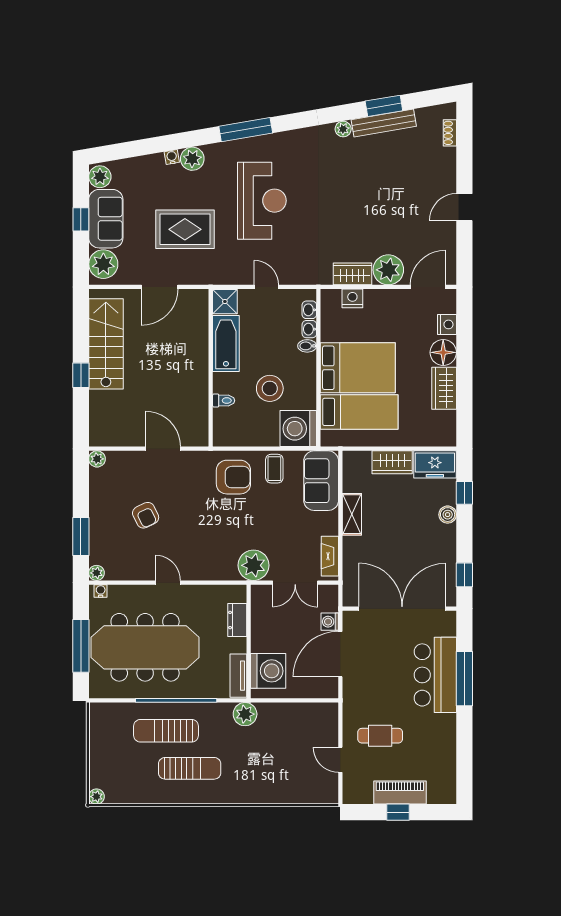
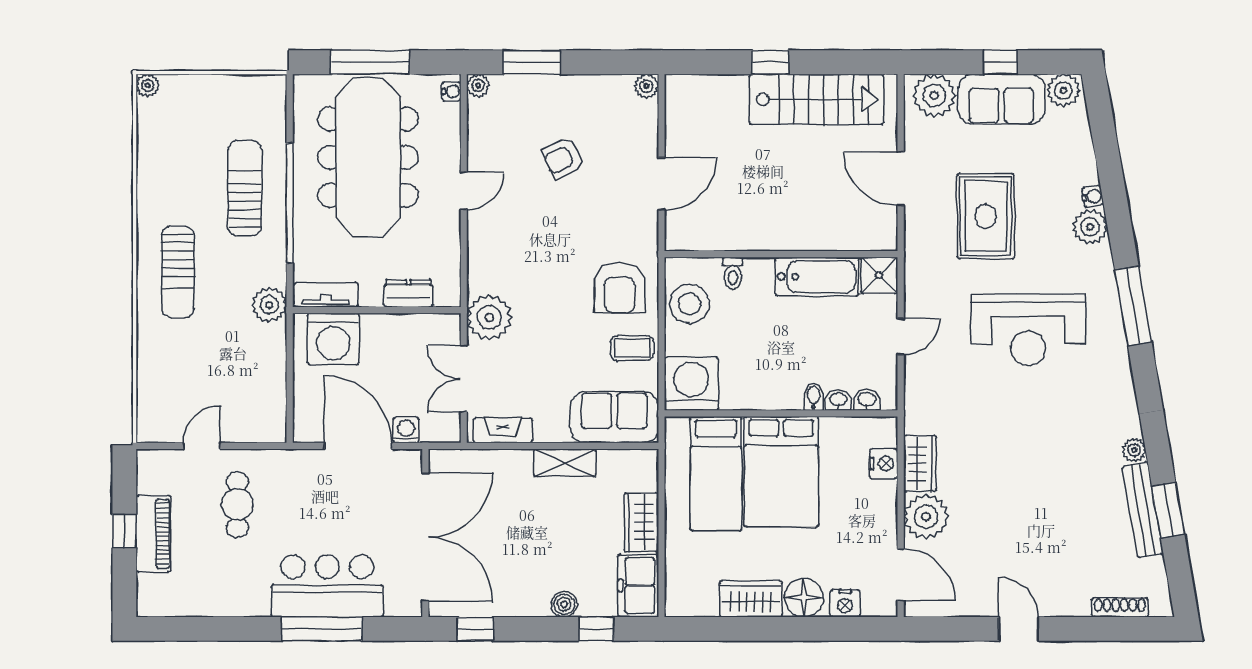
shoe rack: (450, 133) -> (1120, 608), width x1.43
stool: (270, 388) -> (689, 304), moved
sun lounger: (190, 768) -> (178, 272), moved

